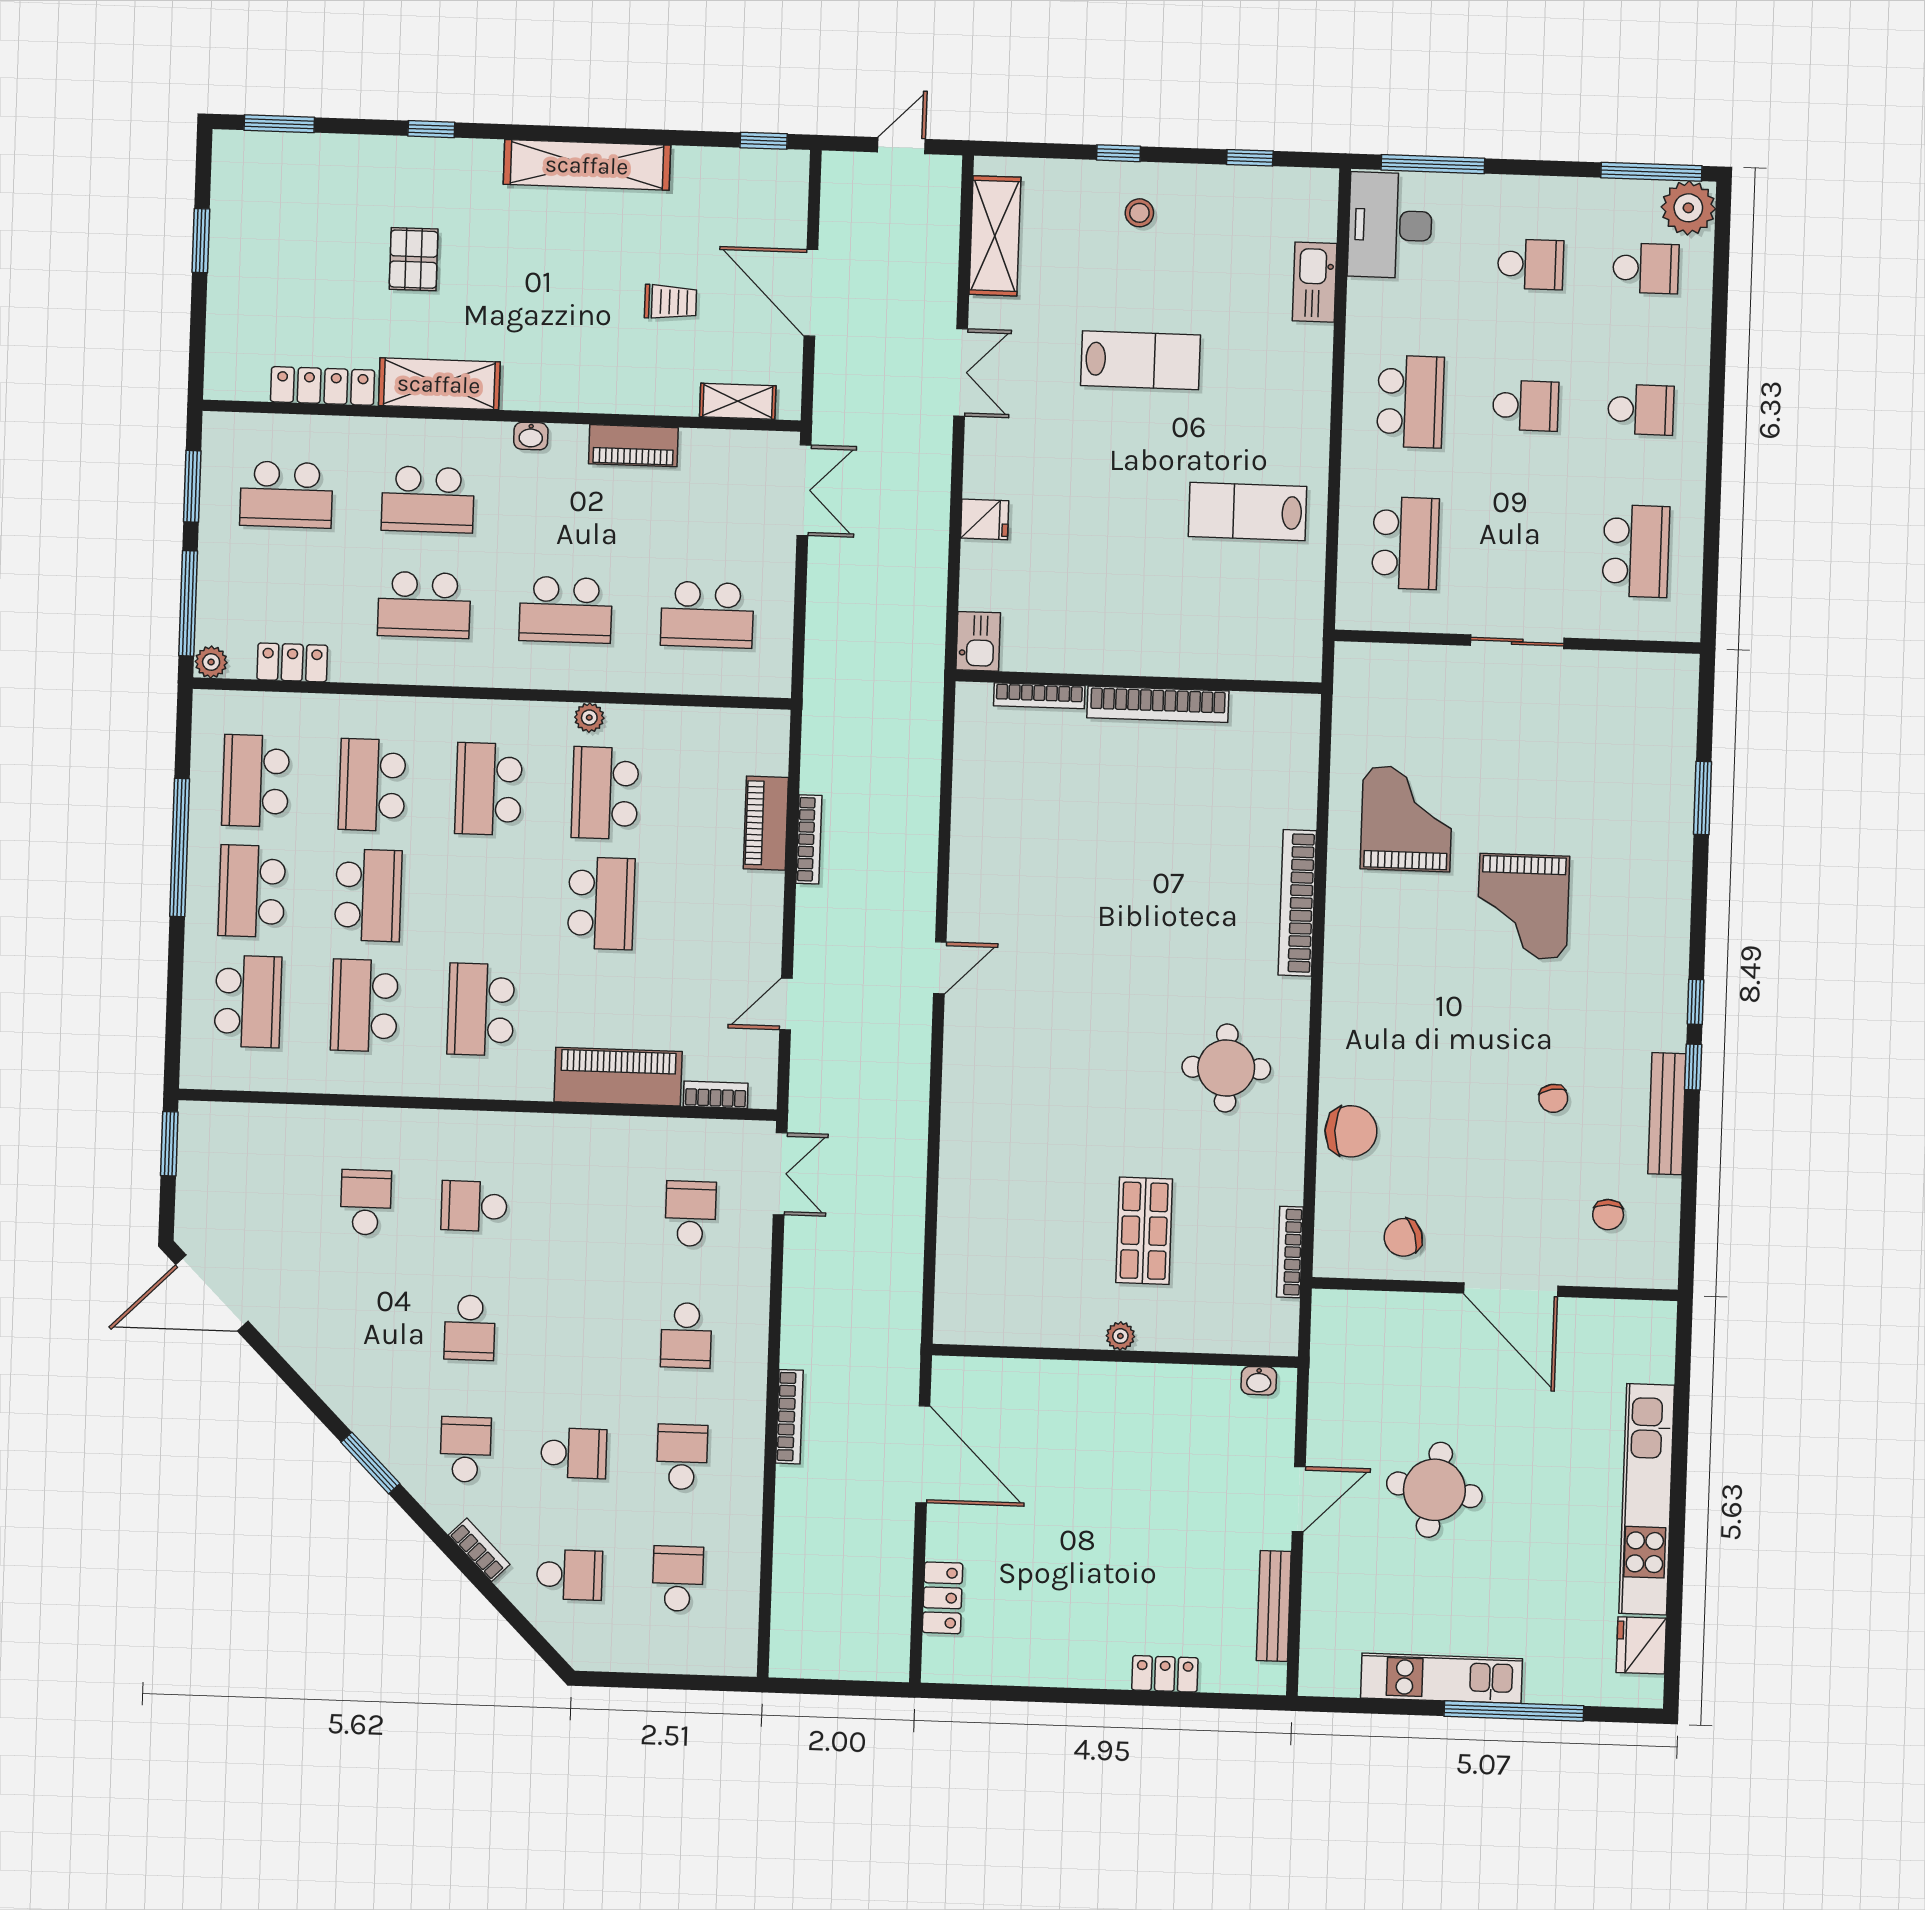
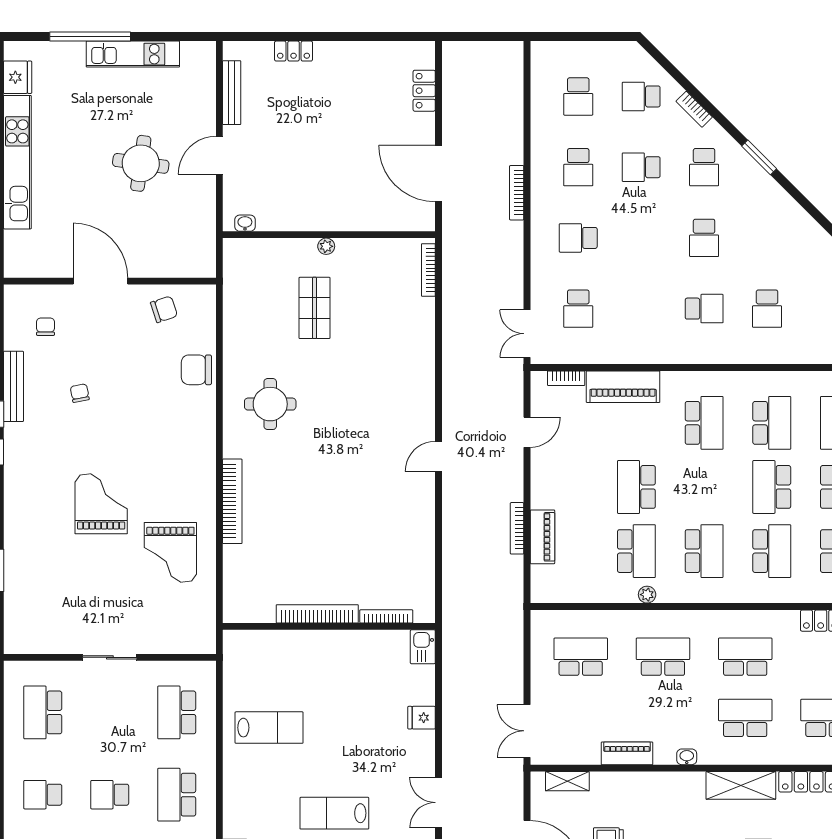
bookcase: (1290, 1252) -> (428, 270), moved, turned 180
school desk: (470, 1328) -> (704, 238), turned 180
school desk: (686, 1335) -> (578, 238), turned -90

